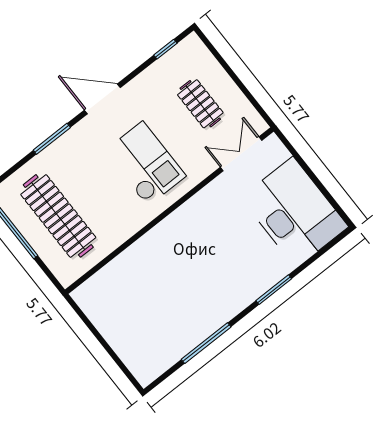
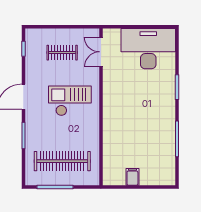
filing cabinet: (110, 324) -> (132, 177), added

